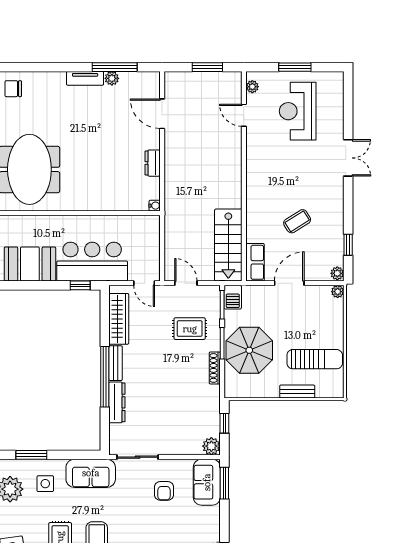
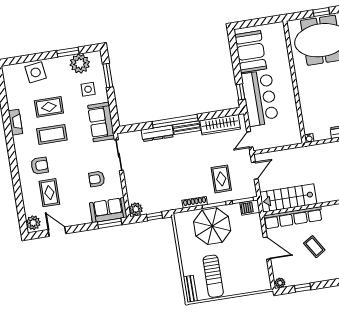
row of seats: (255, 262) -> (293, 218), width x2.02
plant: (338, 292) -> (266, 285), removed
bench: (297, 392) -> (190, 289), moved

